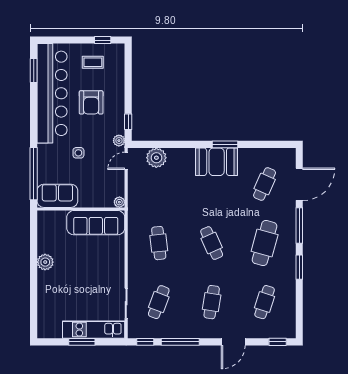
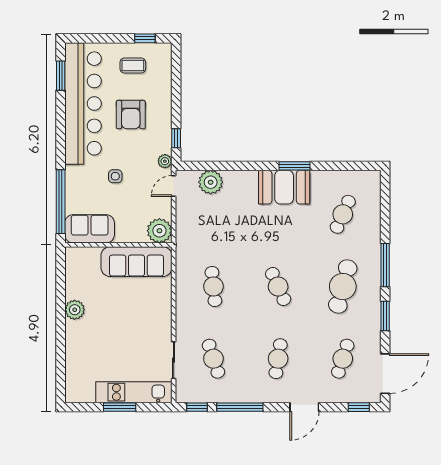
door: (299, 184) -> (385, 374), moved
plant: (119, 202) -> (159, 231), width x1.88, depth x1.88
cafe table: (159, 302) -> (213, 359), turned -39

